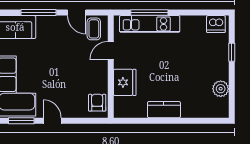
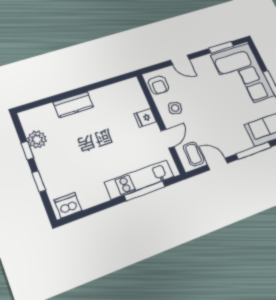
side table: (92, 76) -> (175, 108), added
fridge: (125, 82) -> (145, 118), width x0.53, depth x0.75
window: (232, 82) -> (27, 150), added
kitchen counter: (164, 110) -> (73, 105), moved
door: (52, 121) -> (180, 60), moved

